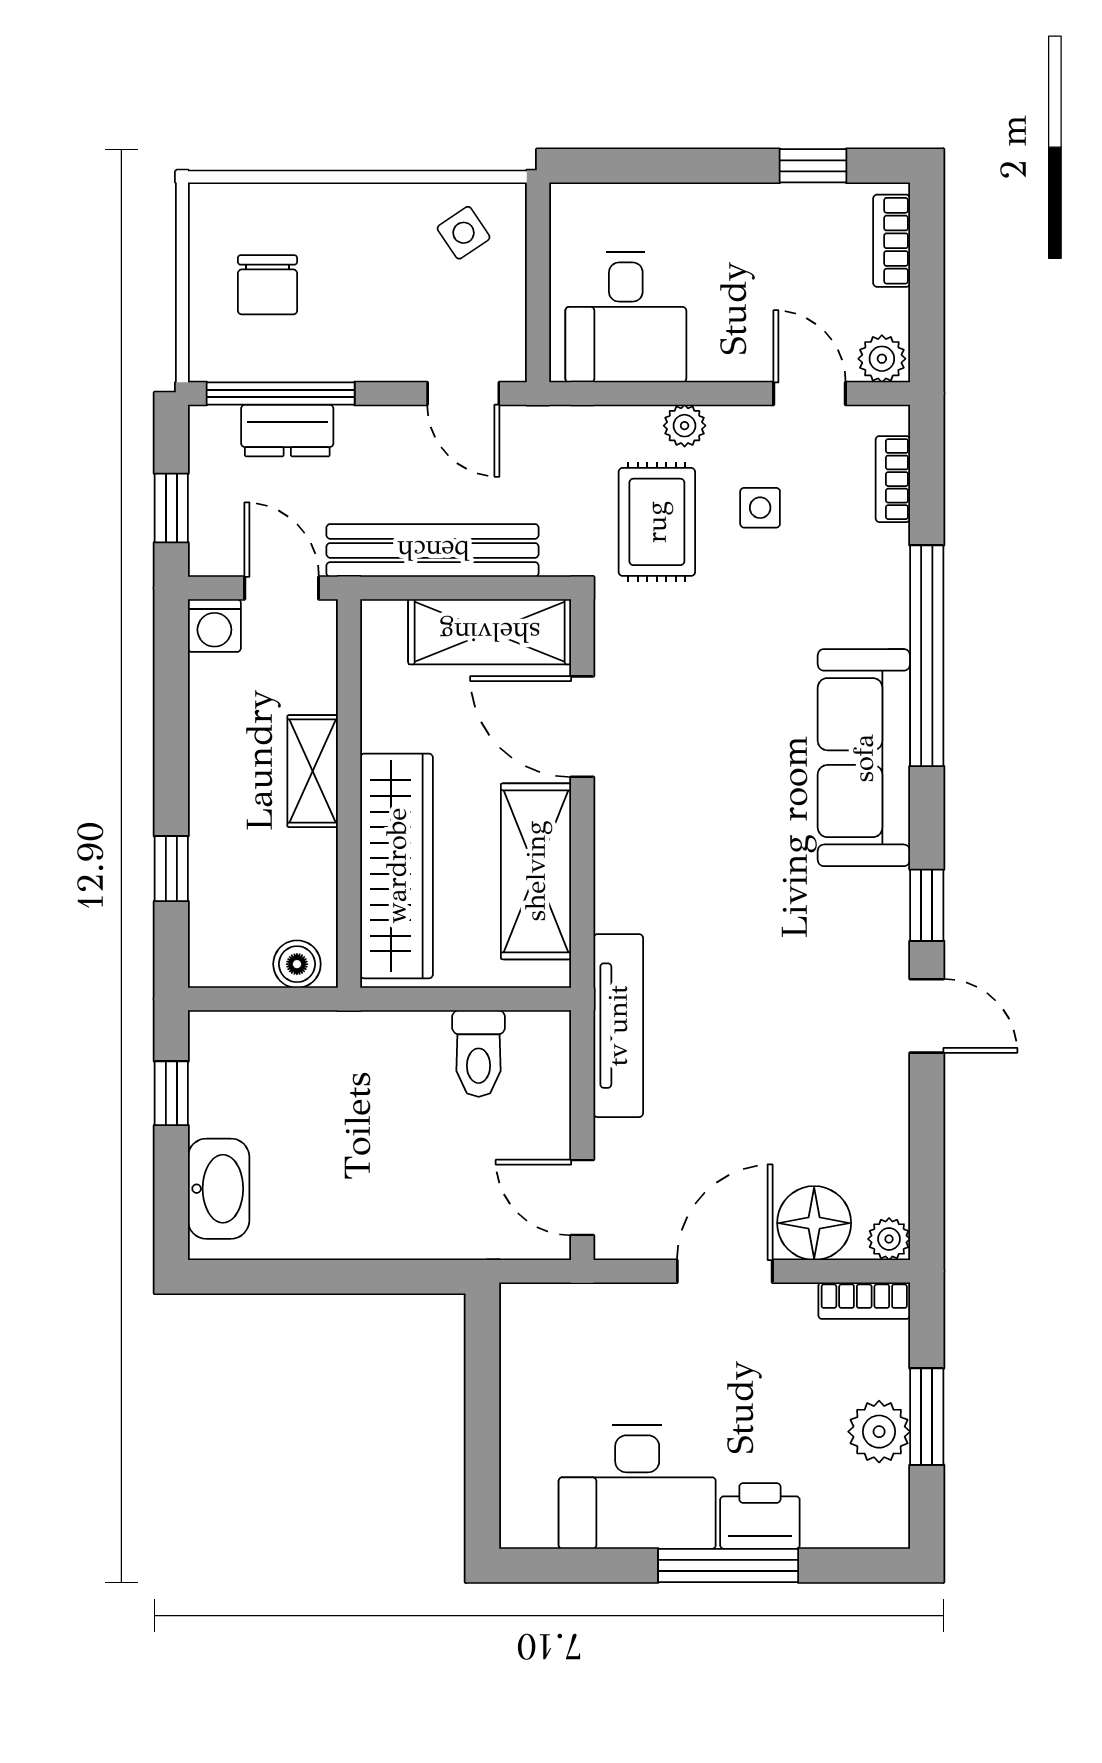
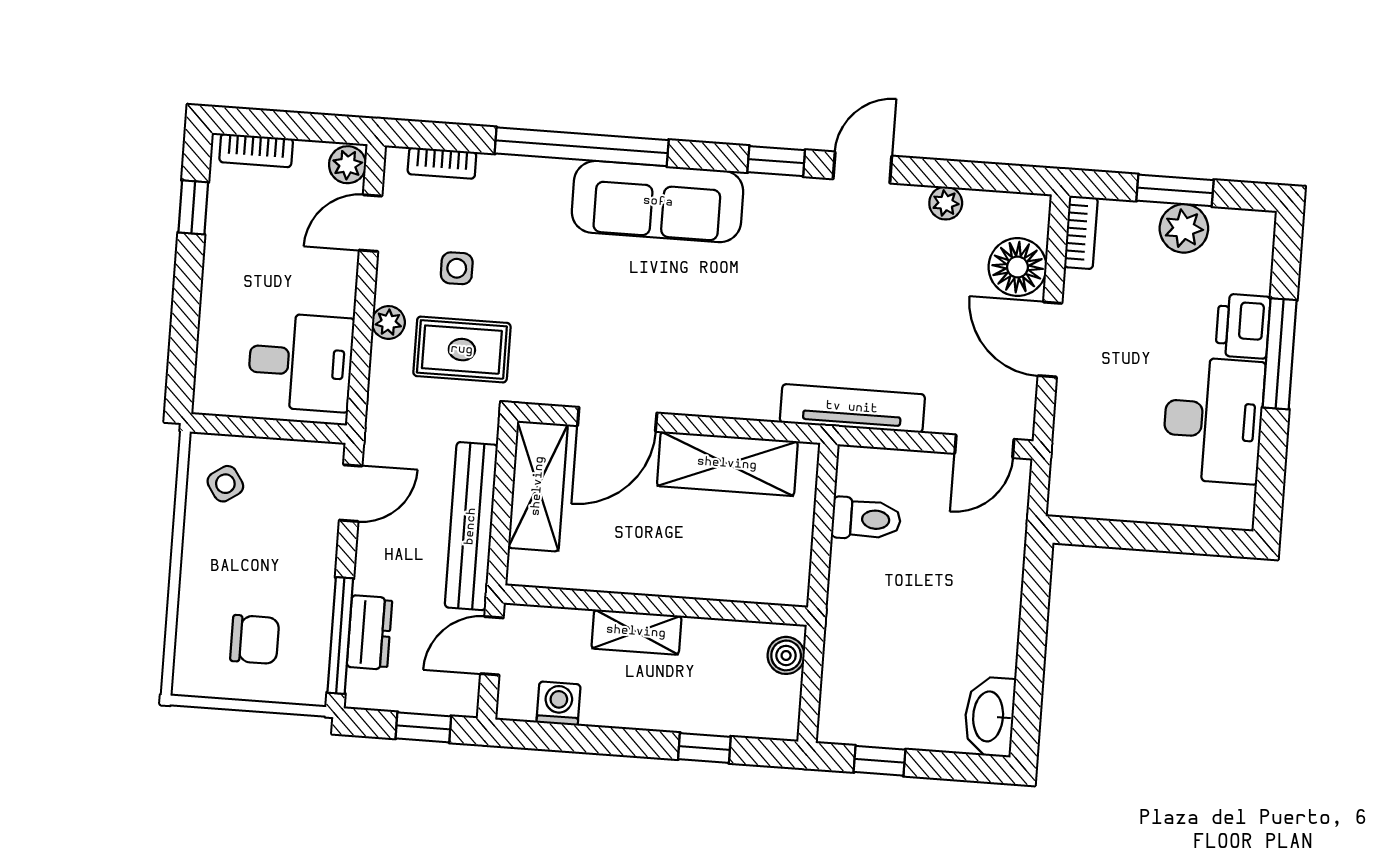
washing machine: (214, 626) -> (559, 703), moved, turned -90
wardrobe: (397, 866) -> (715, 572), removed
washbasin: (219, 1189) -> (990, 717), moved, turned -90
plant: (889, 1239) -> (946, 203), moved

